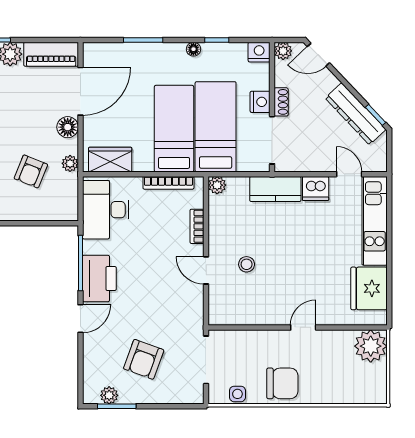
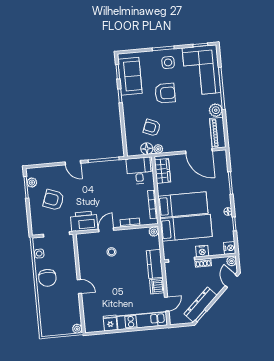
floor lamp: (68, 127) -> (147, 149), moved
desk: (106, 210) -> (139, 171), width x0.73
printer: (99, 278) -> (84, 221), moved, turned 180
fridge: (369, 288) -> (110, 323), width x0.53, depth x0.75
plant: (371, 346) -> (77, 329), width x0.53, depth x0.53

